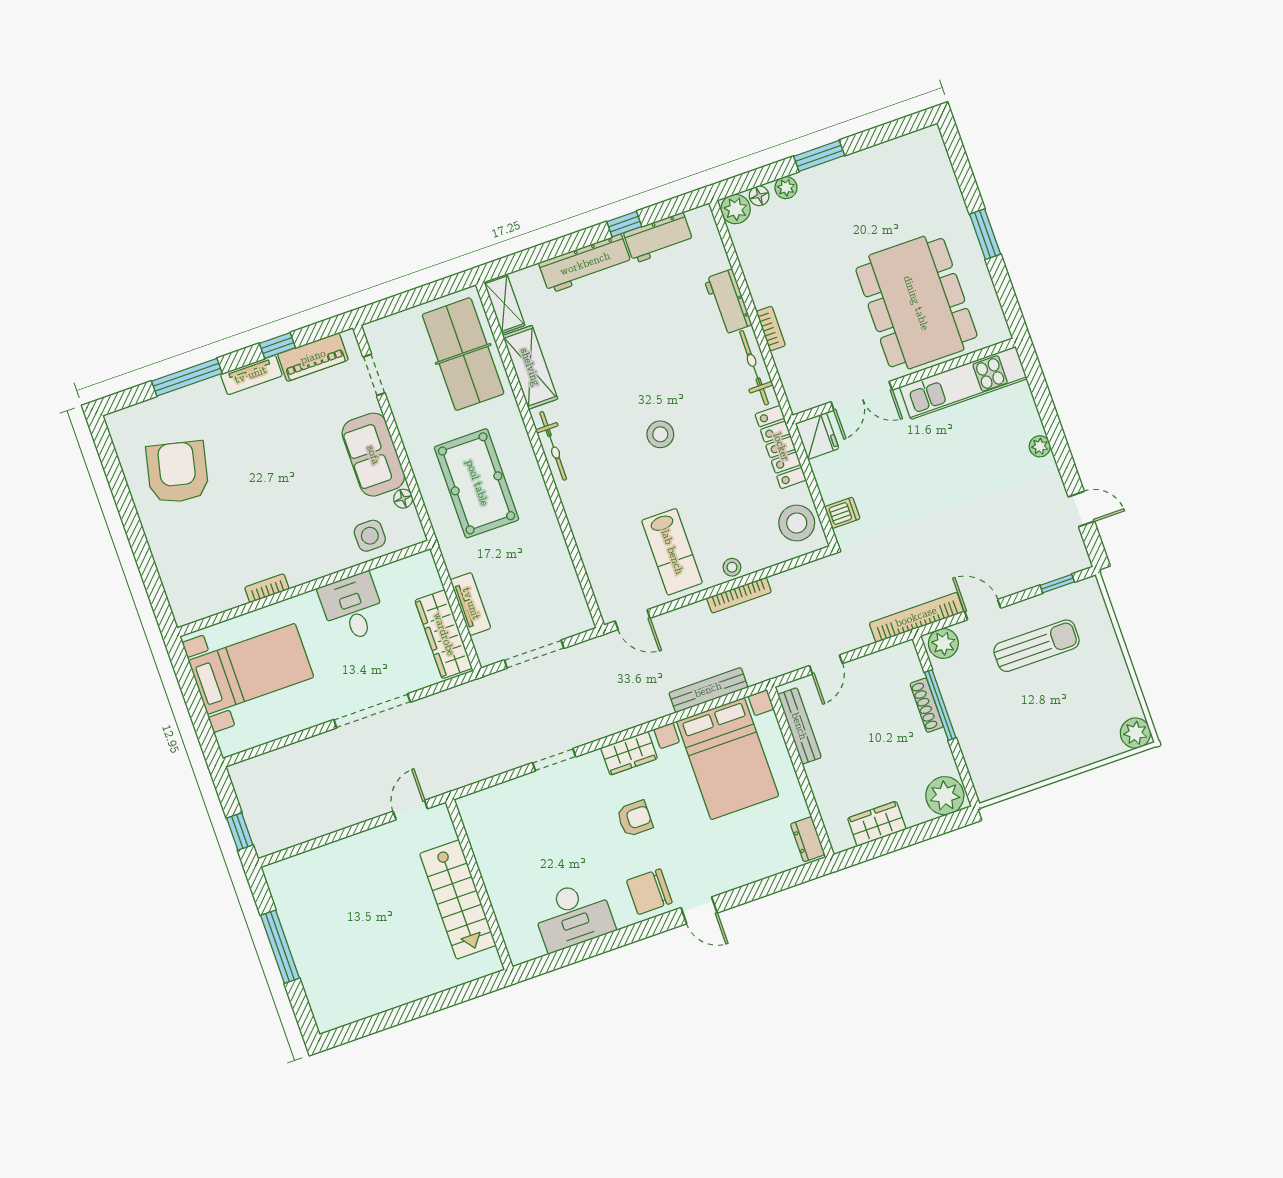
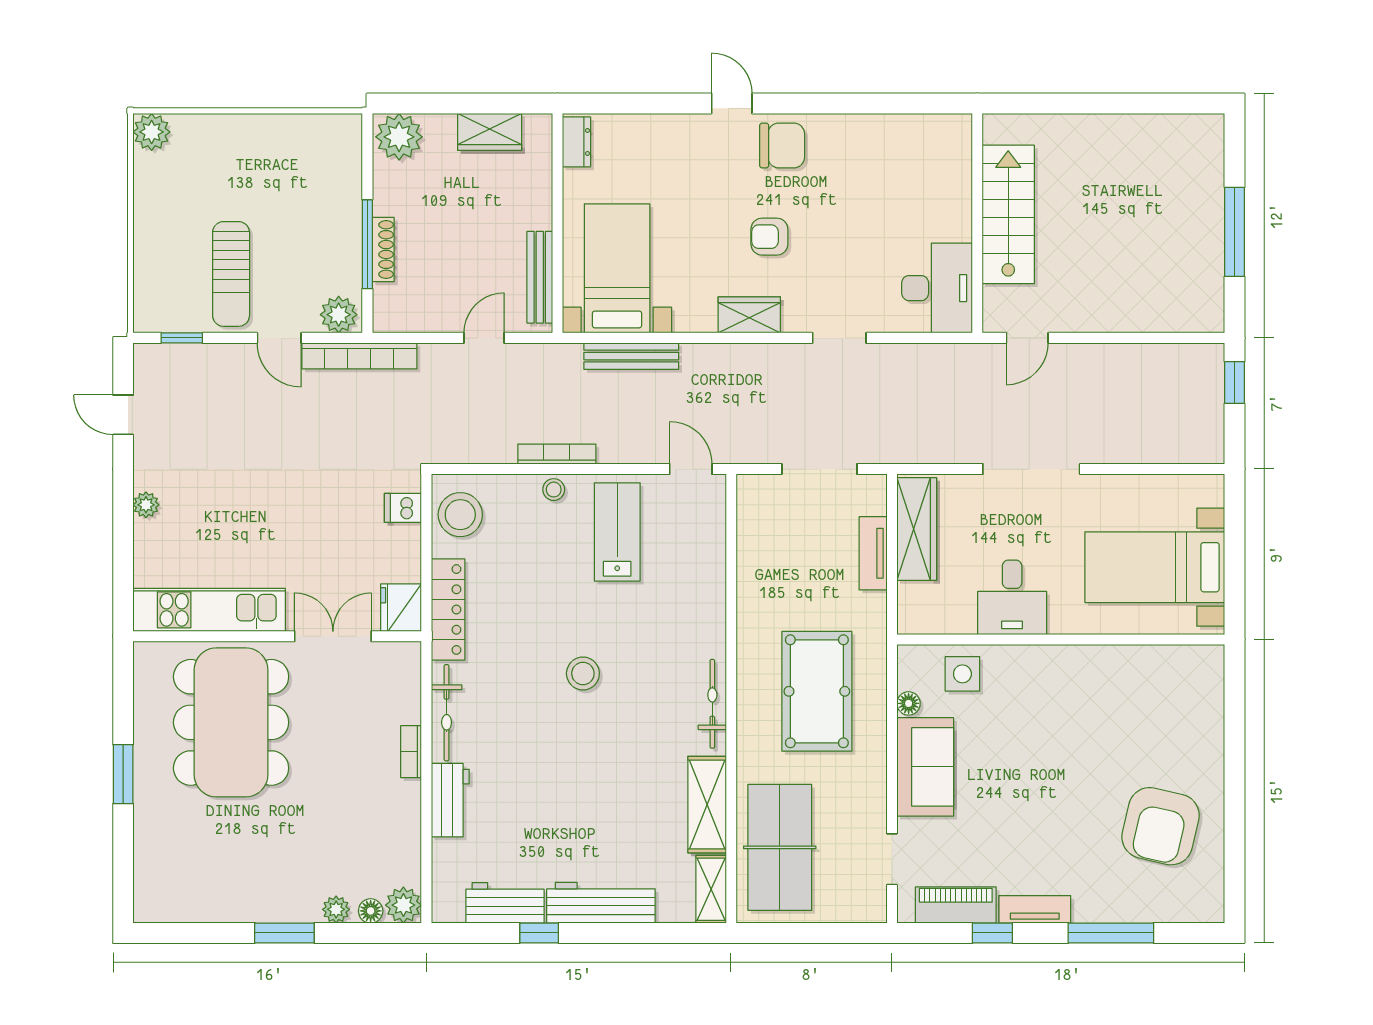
bookcase: (267, 588) -> (1104, 655), removed
sun lounger: (1037, 646) -> (231, 274), turned -90
bed with nightstands: (728, 759) -> (617, 268), width x0.73
desk: (573, 916) -> (937, 288), moved, turned 90

